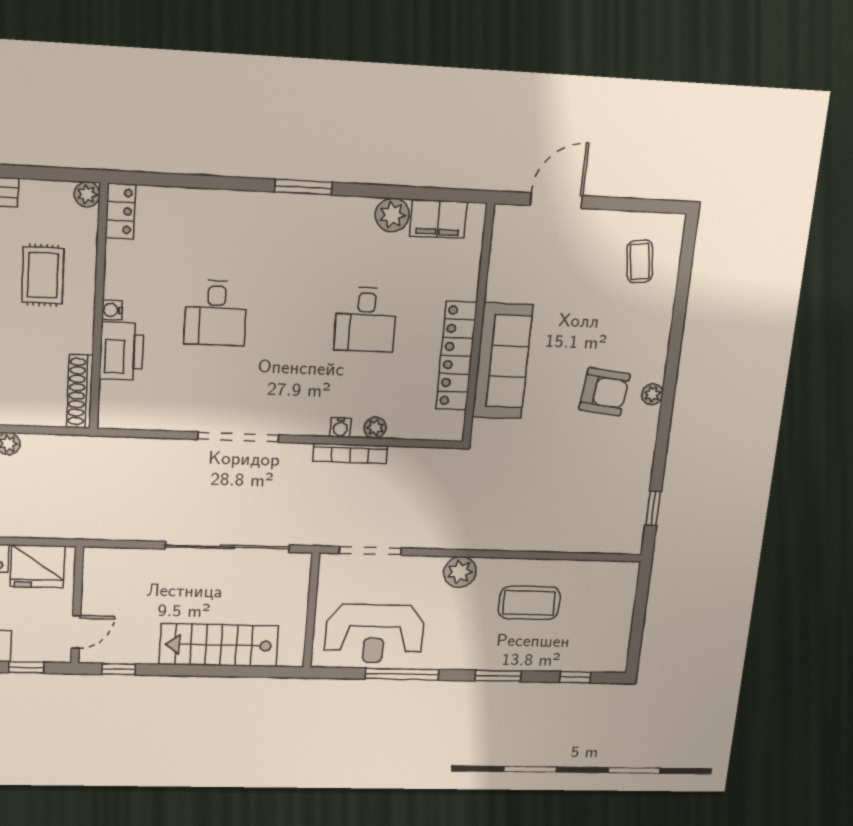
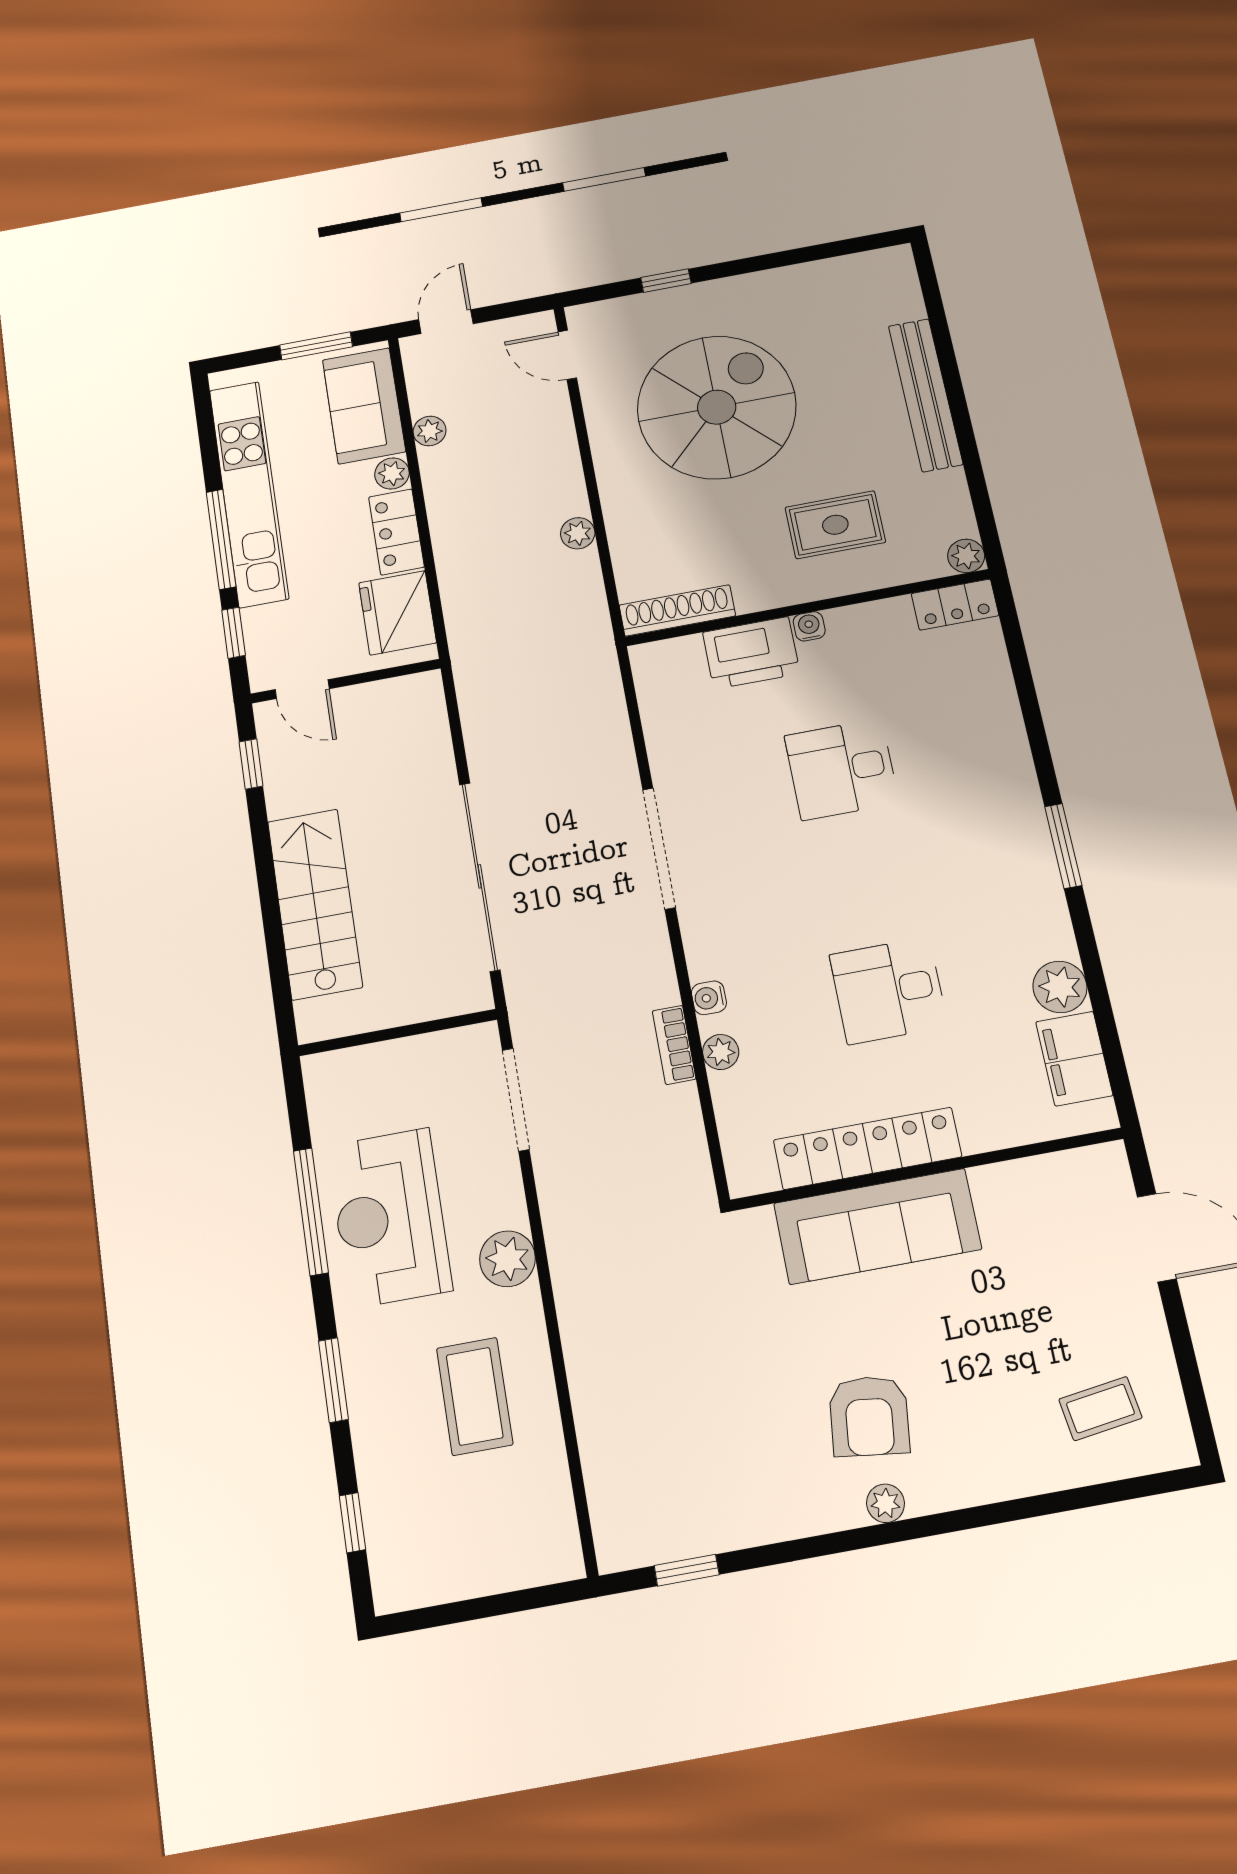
bookcase: (350, 453) -> (674, 1045), width x0.64
reception desk: (374, 634) -> (390, 1218), moved

